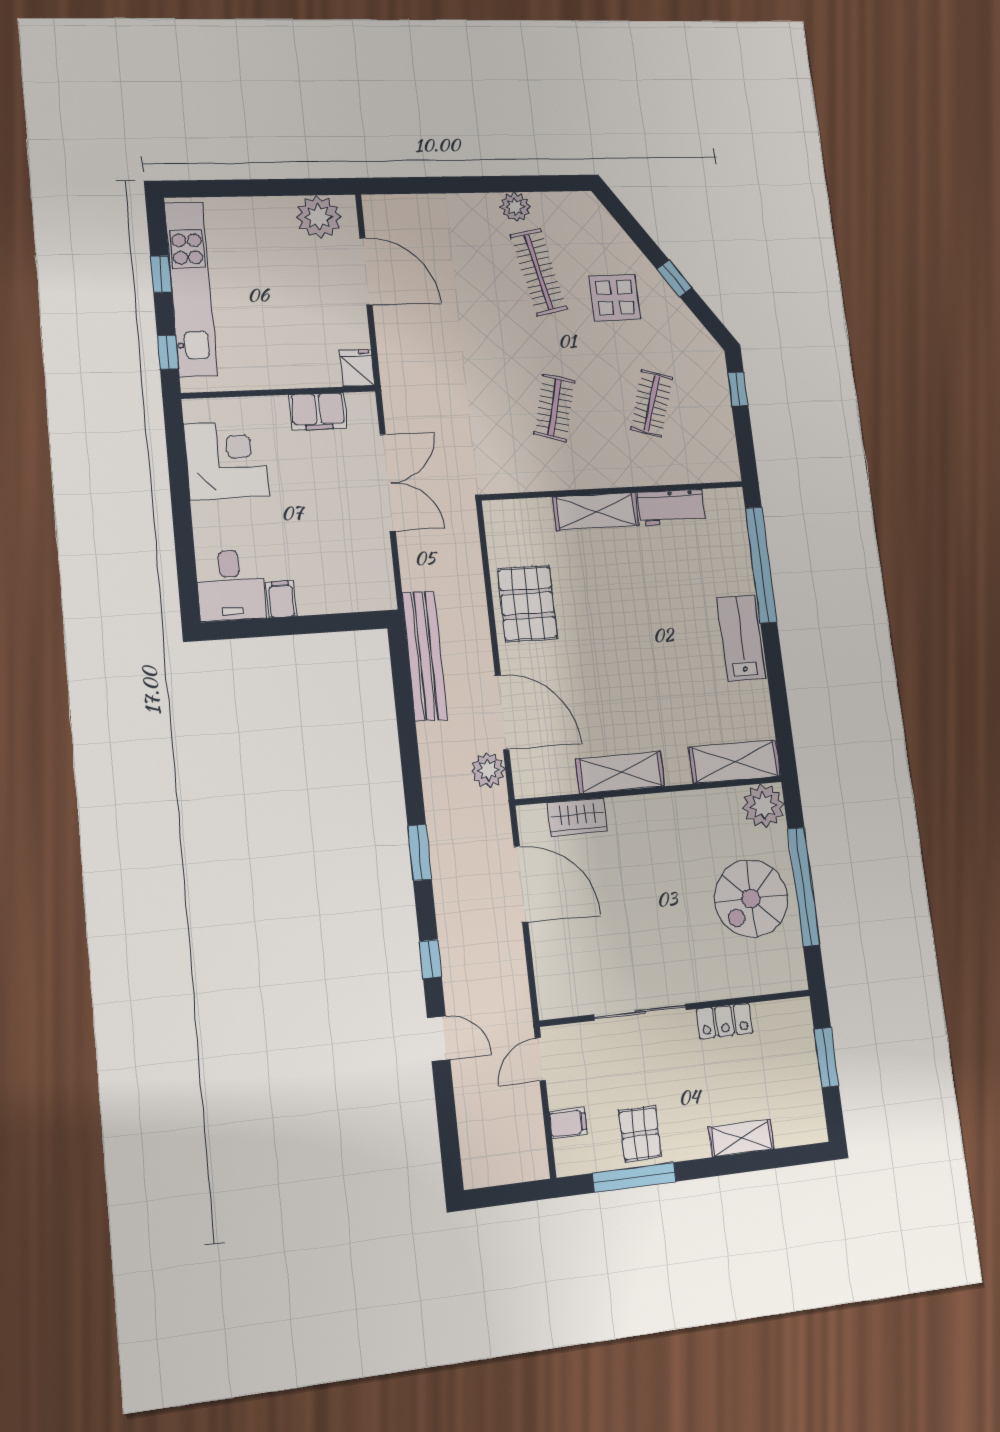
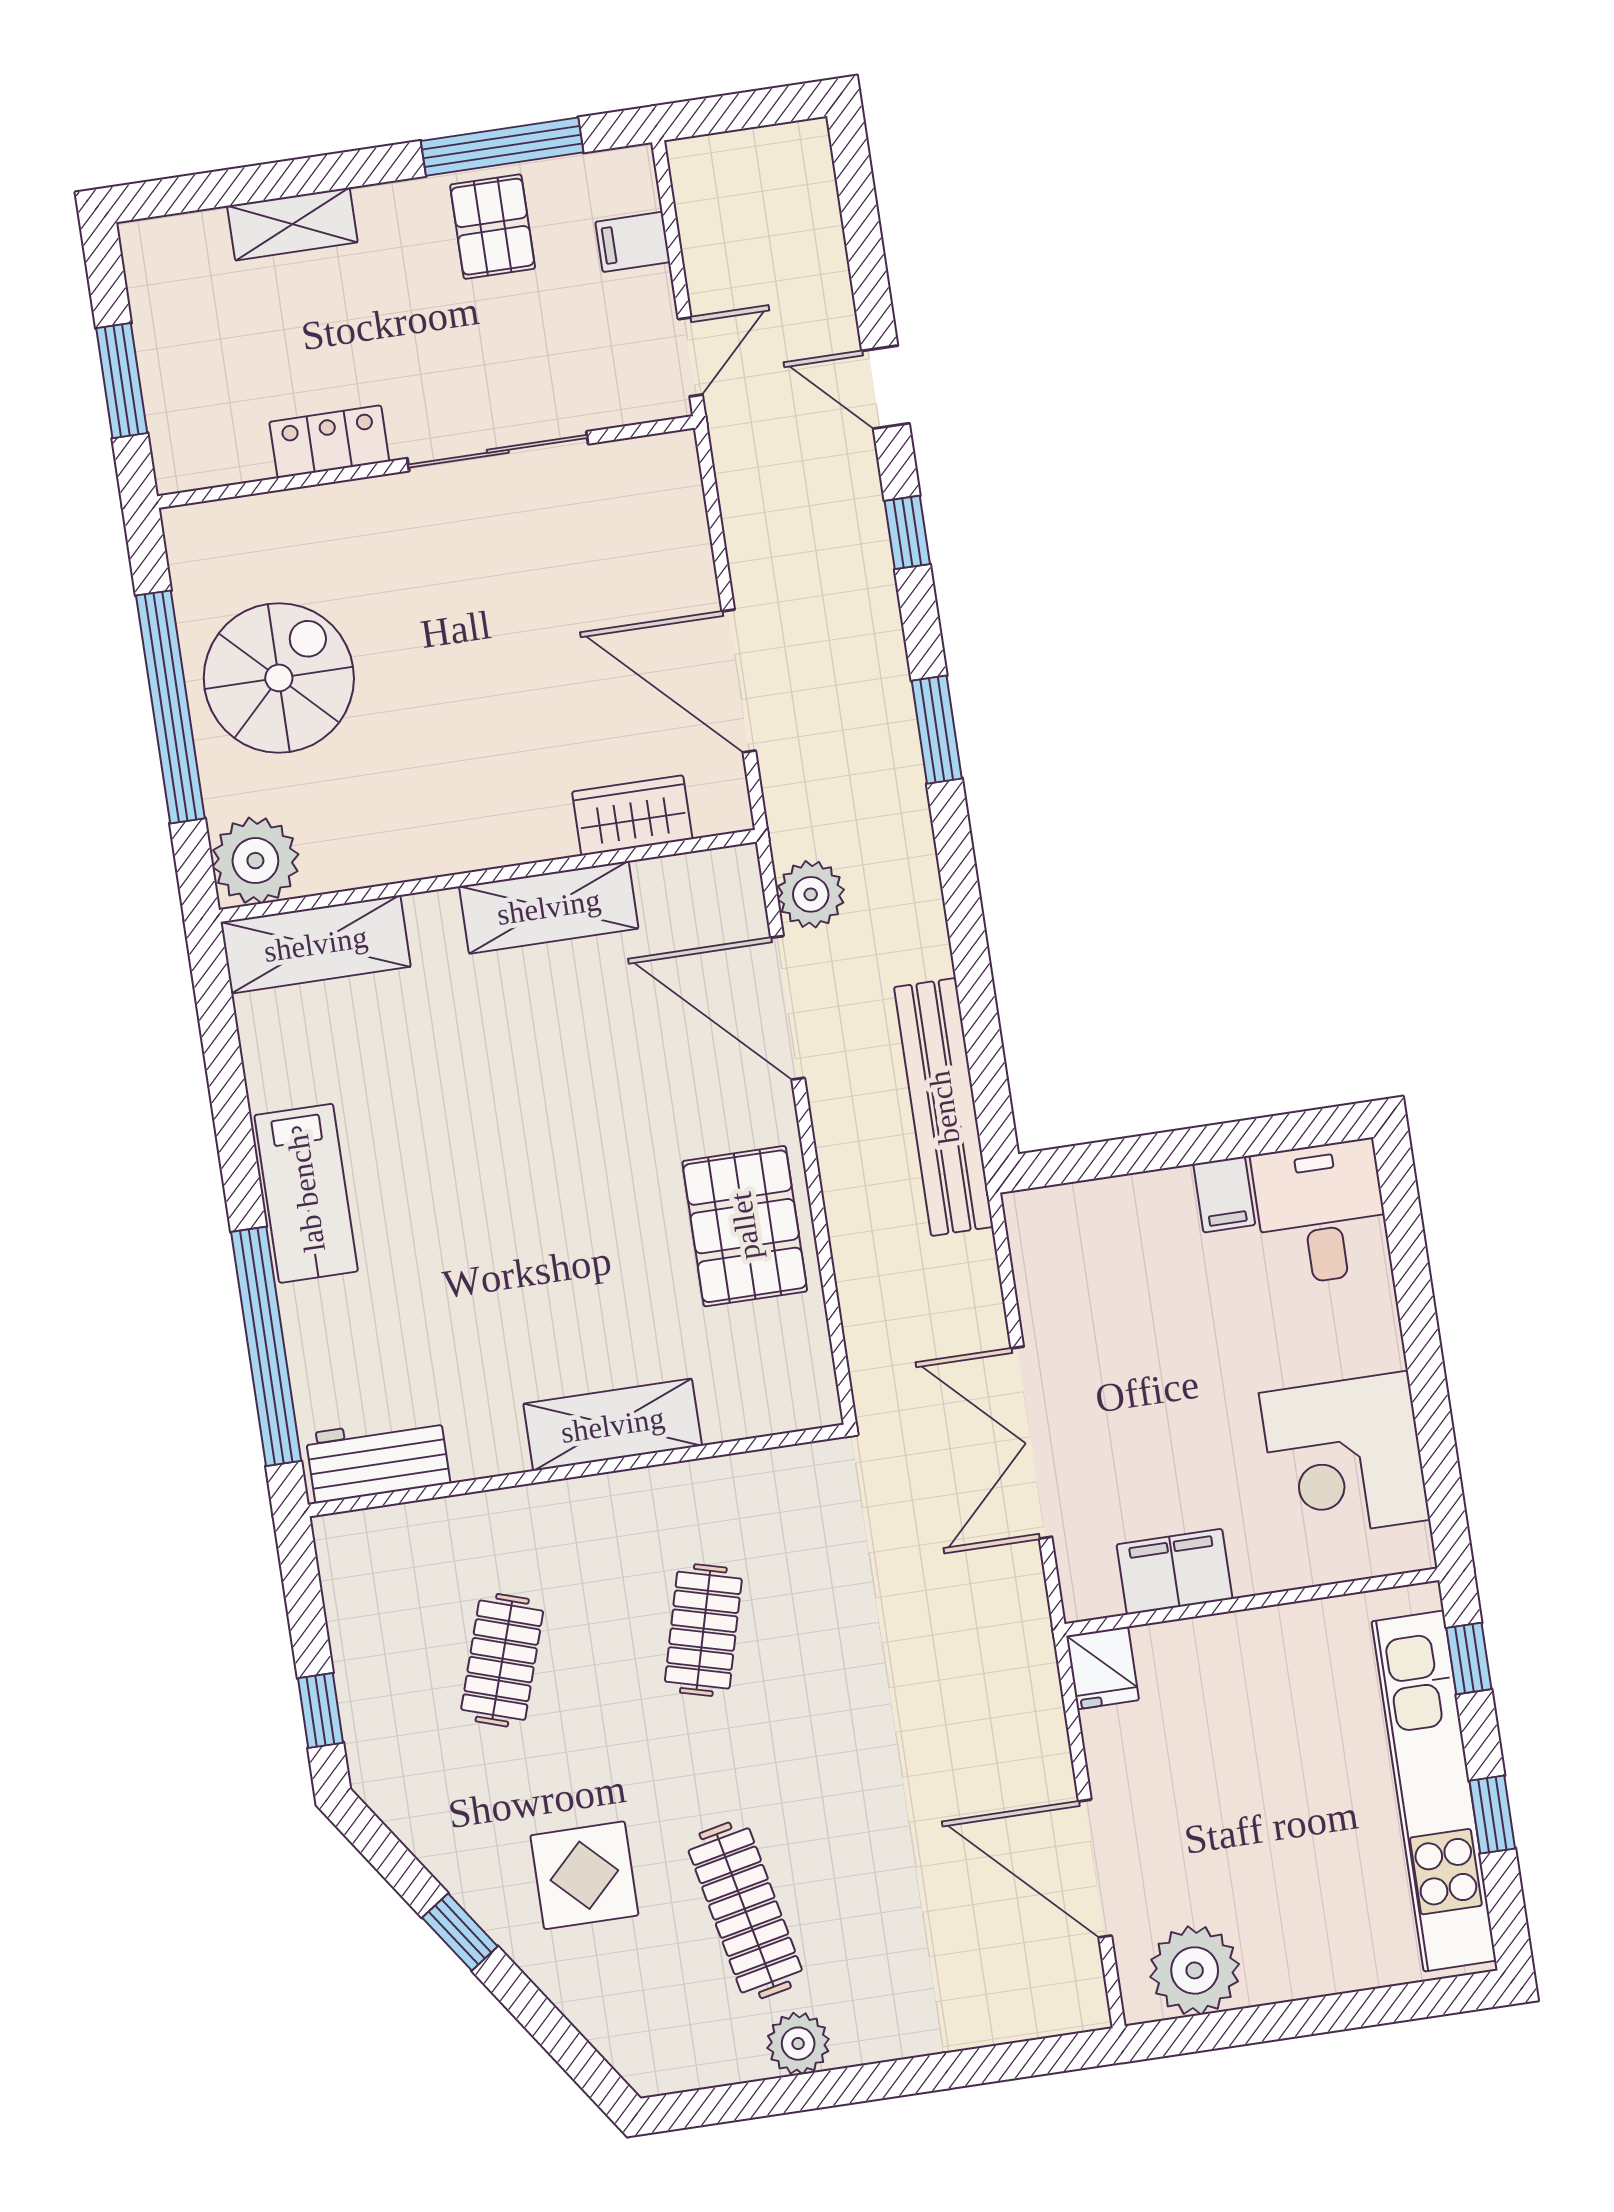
workbench: (672, 508) -> (378, 1459), moved

